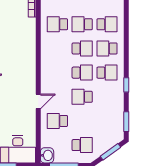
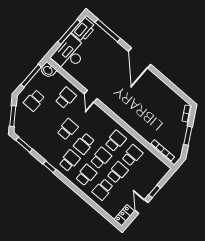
school desk: (57, 48) -> (116, 141), added
school desk: (82, 48) -> (101, 158), turned 180
school desk: (107, 73) -> (69, 161), turned 180

